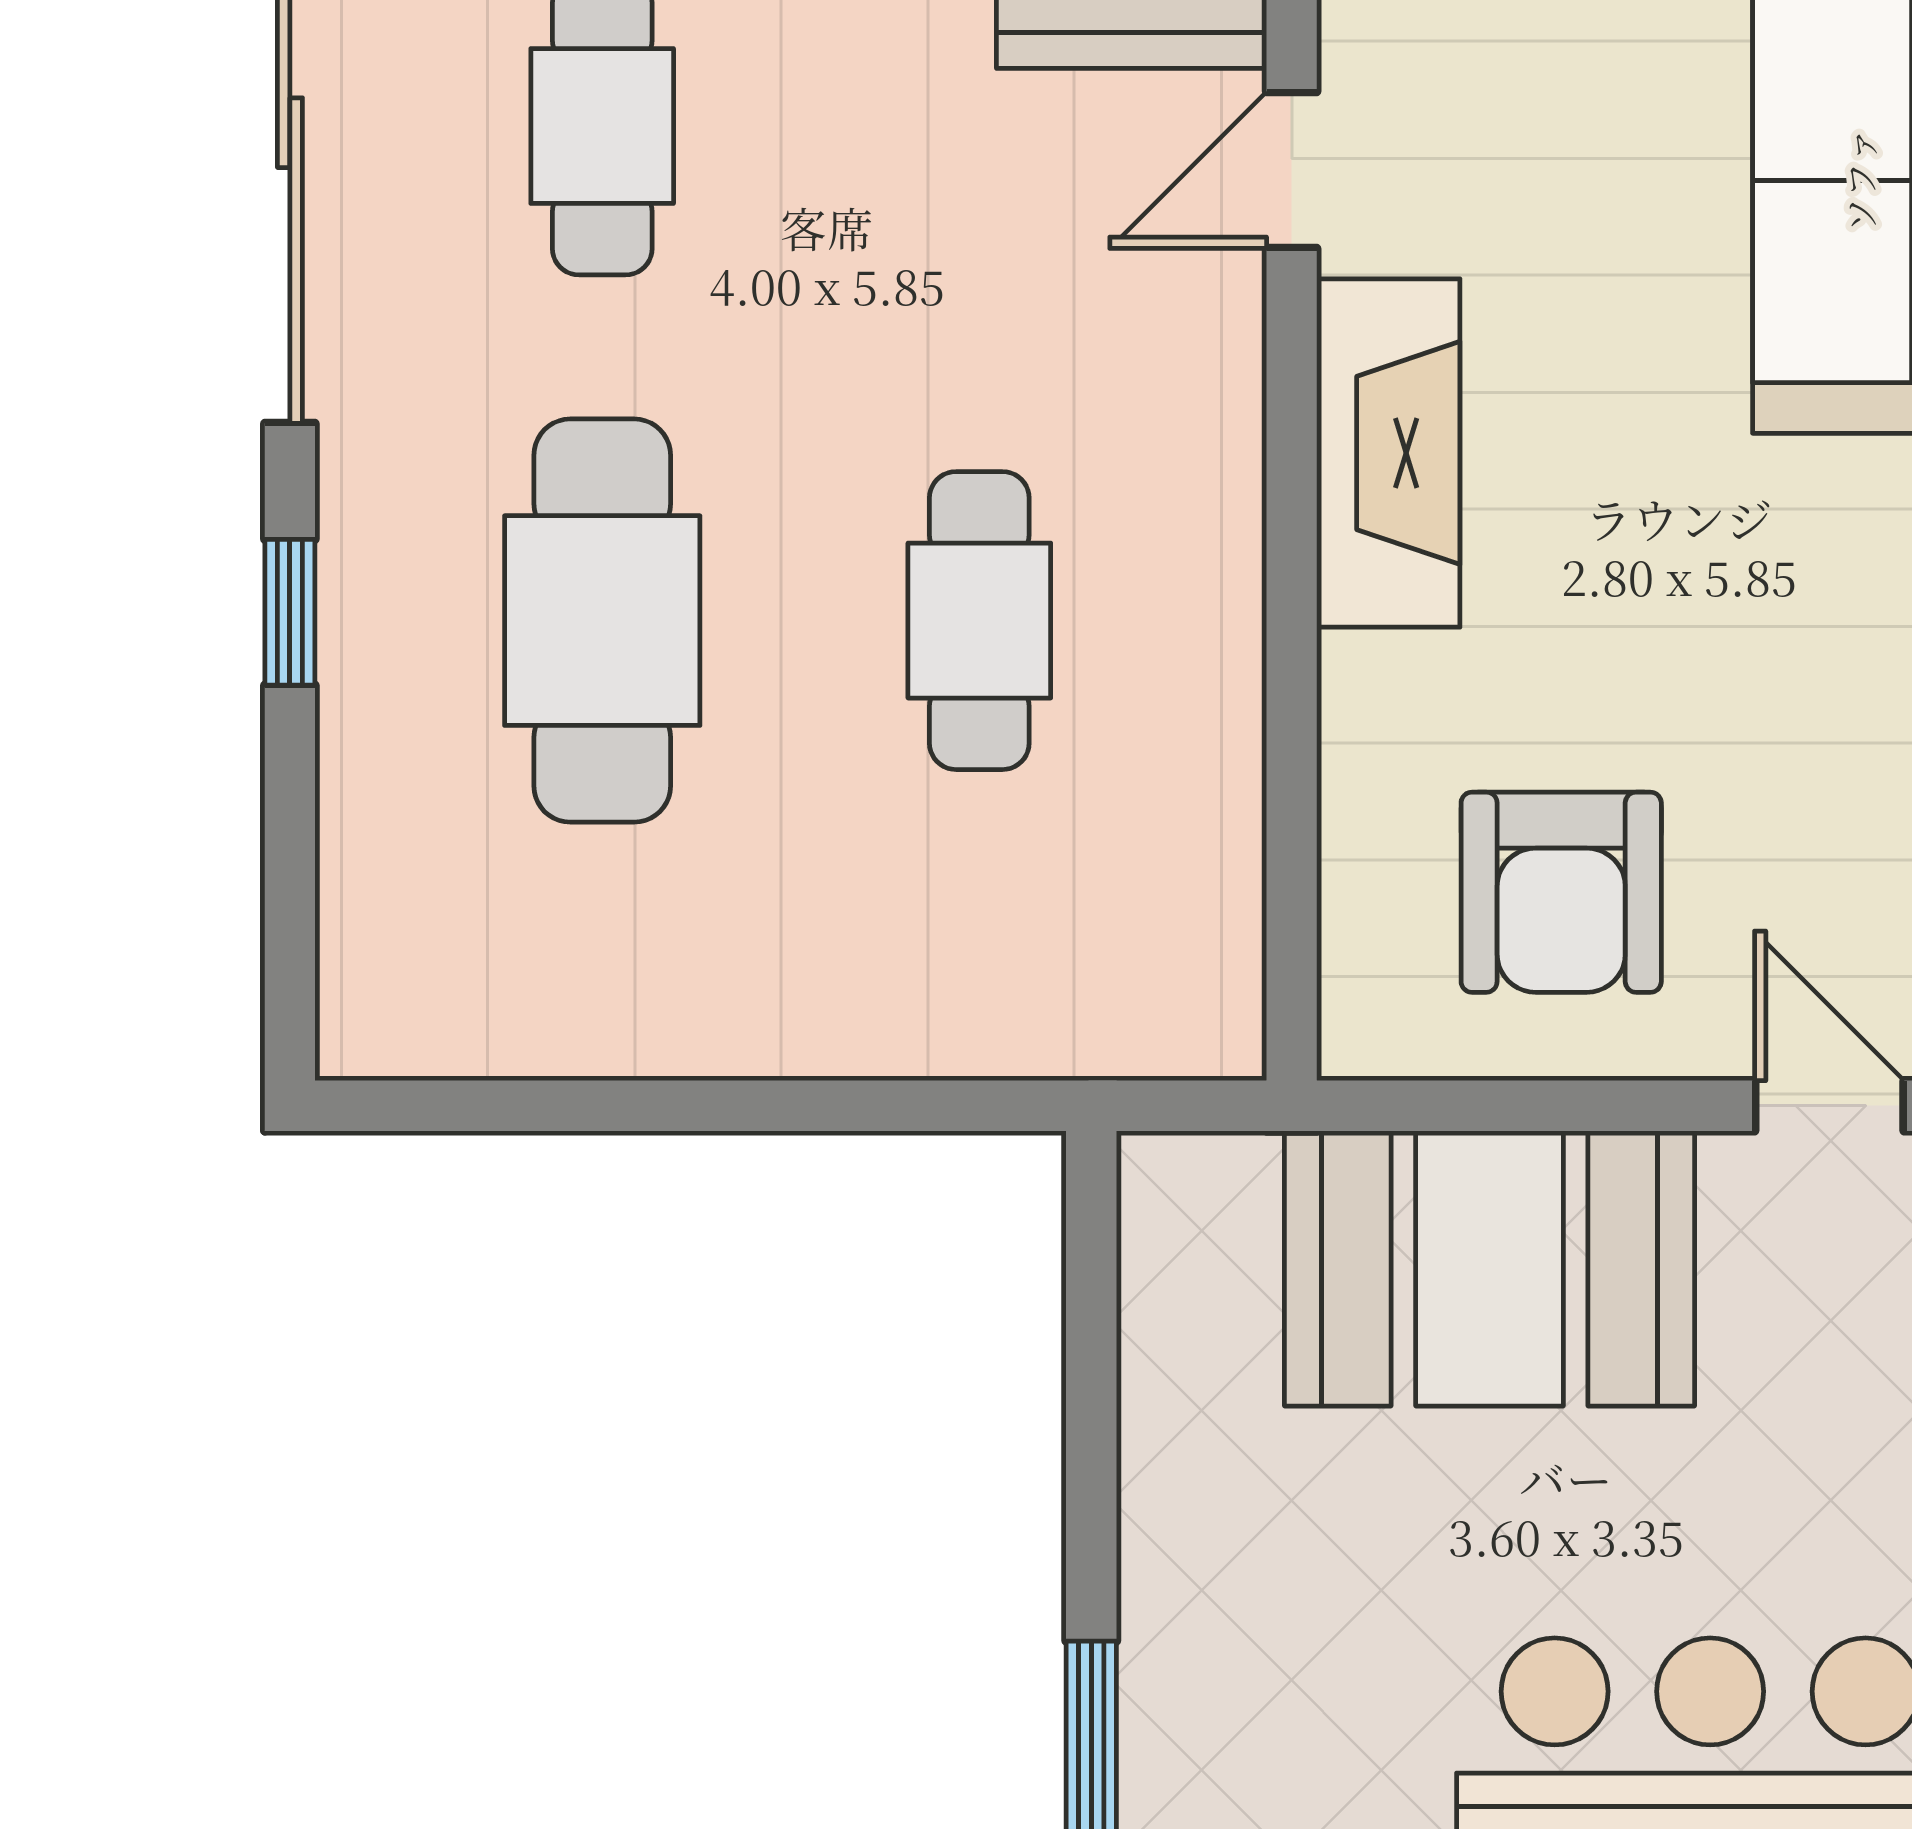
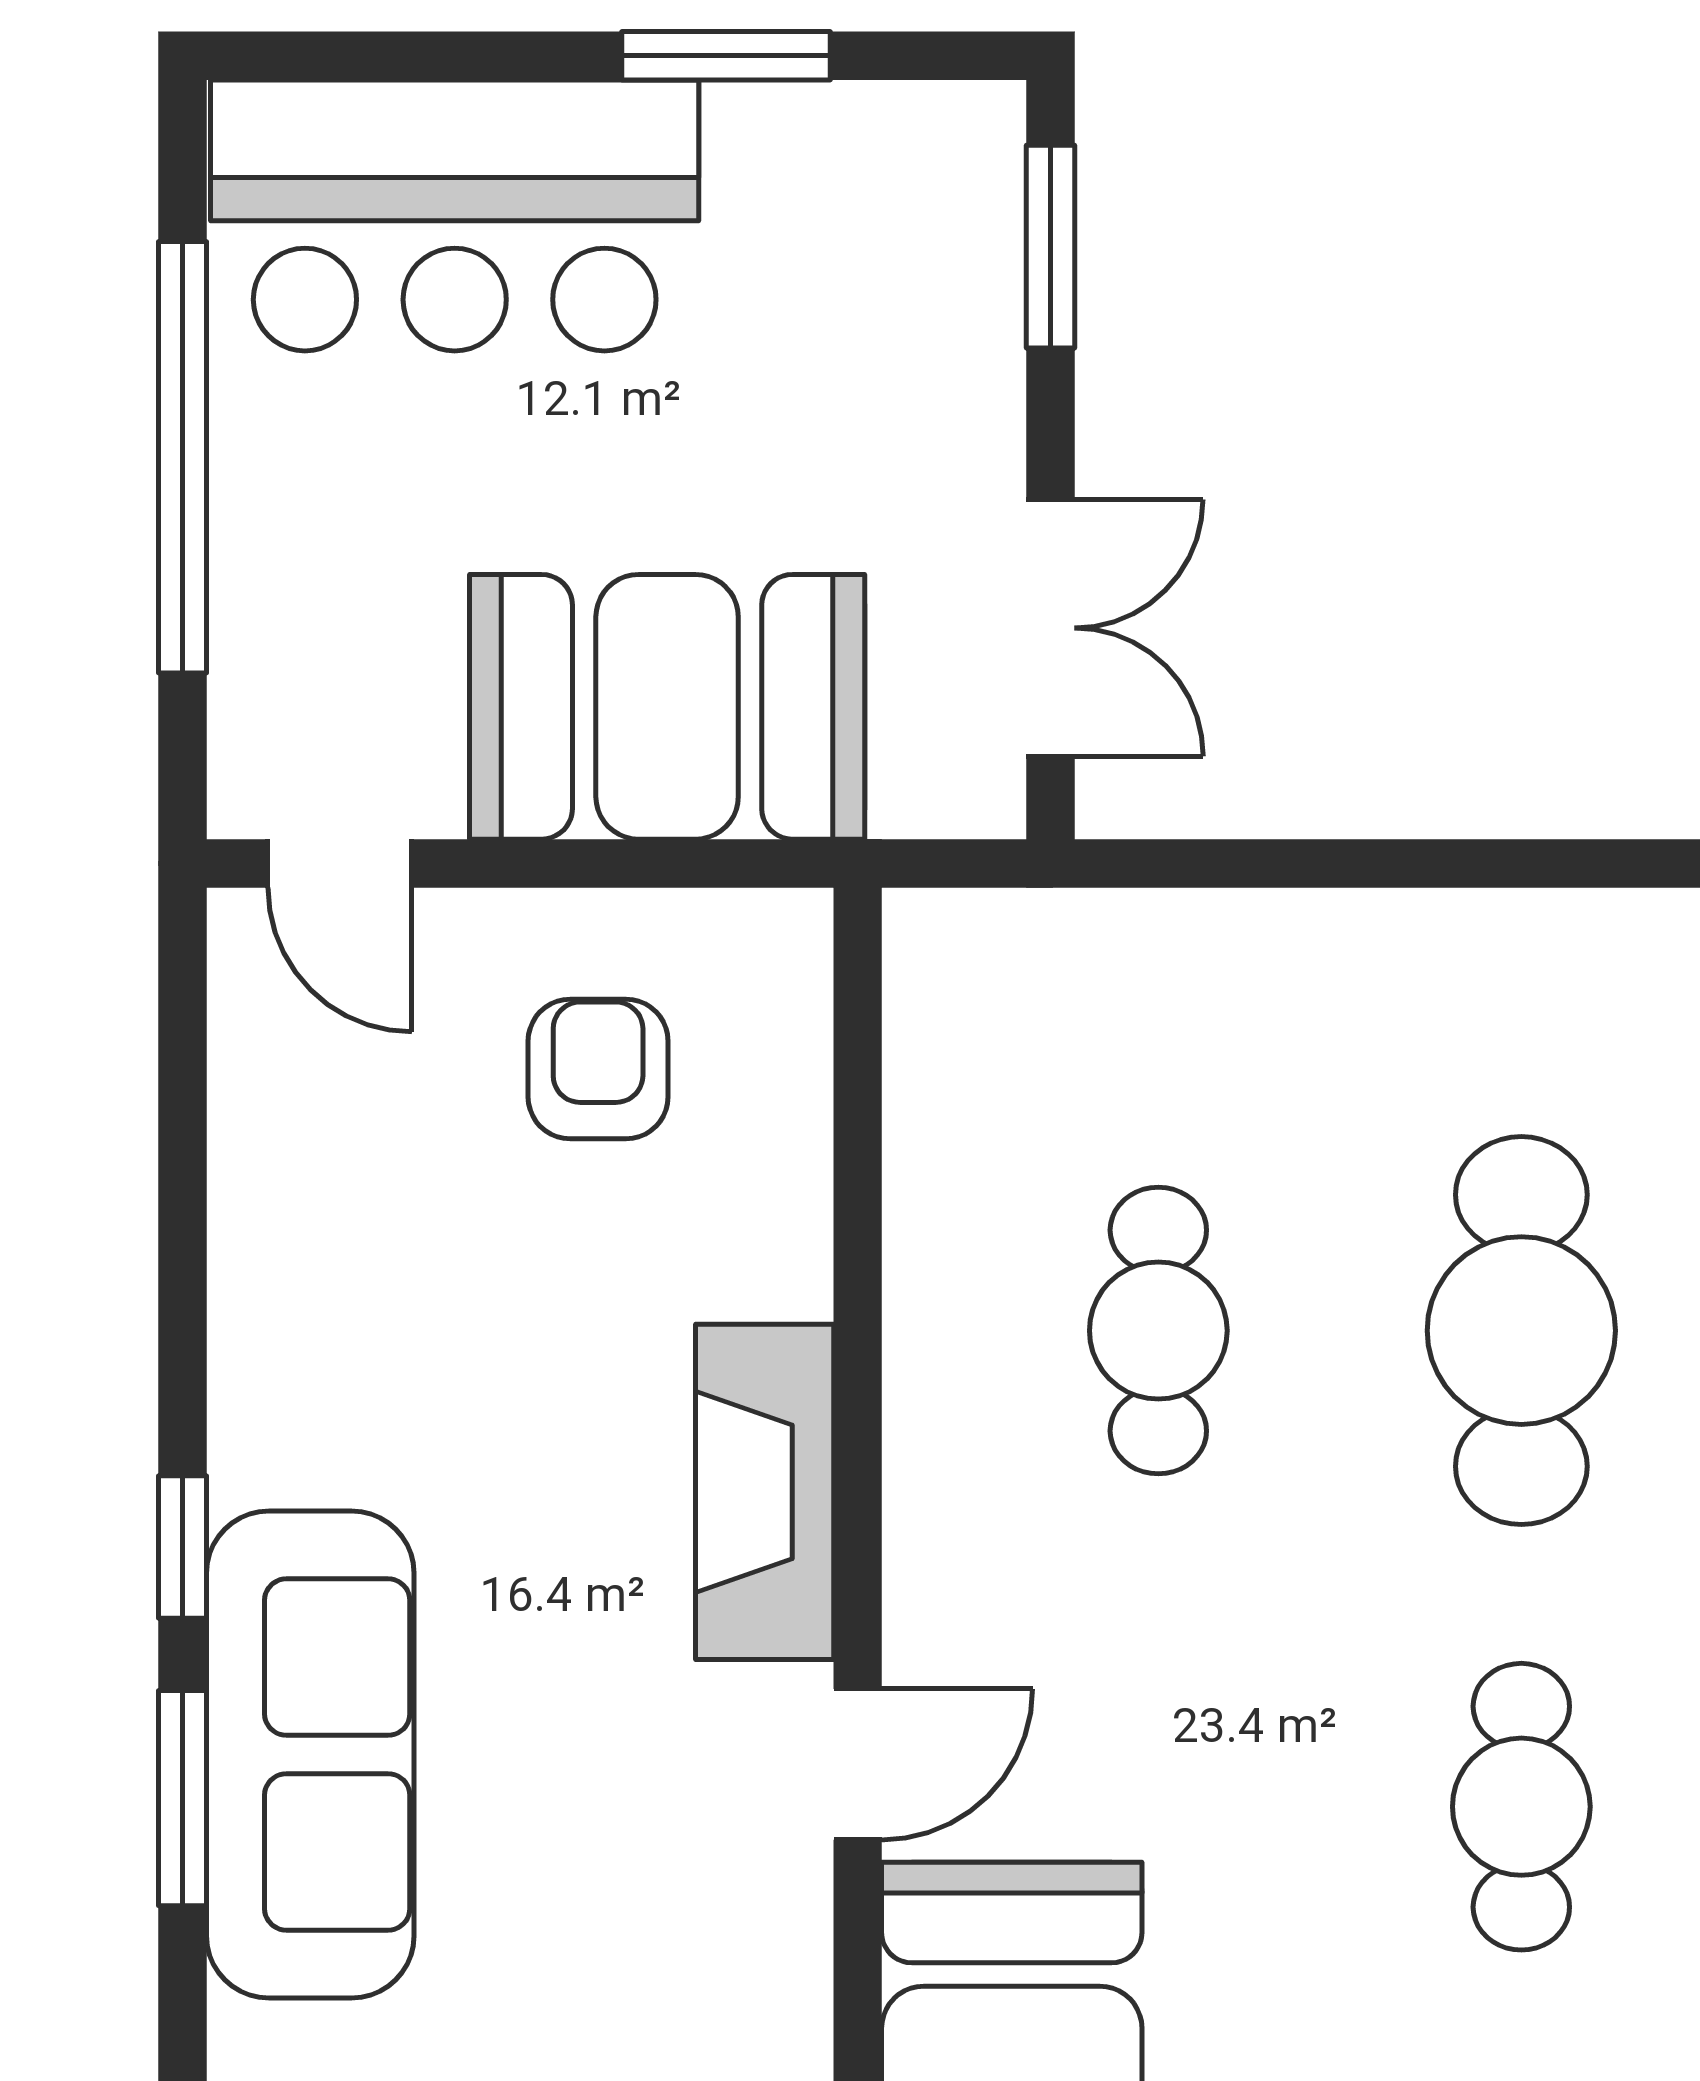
armchair: (1561, 892) -> (598, 1069), width x0.72, depth x0.72
double door: (1091, 1350) -> (1051, 628), added

